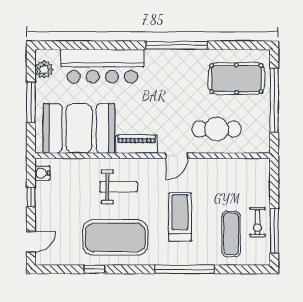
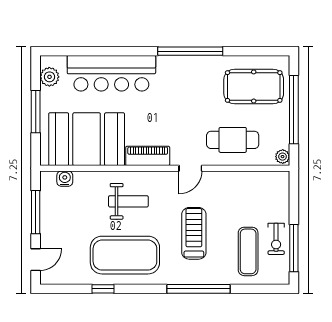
plant: (264, 145) -> (283, 157), added
water cooler: (42, 173) -> (65, 179), moved, turned 90
window: (31, 197) -> (36, 212), width x2.17

